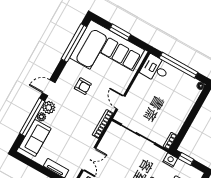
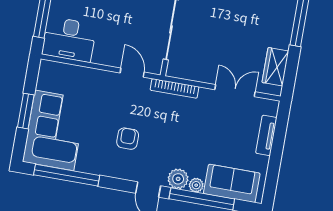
corner sofa: (107, 54) -> (54, 130), width x0.73, depth x0.74
desk: (155, 69) -> (69, 39), width x1.37
door: (121, 102) -> (132, 73), swing flipped

